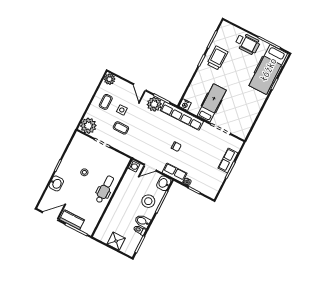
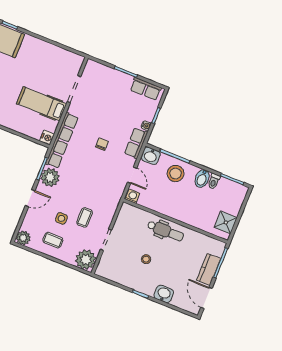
row of seats: (228, 161) -> (146, 89), moved
dental chair: (105, 189) -> (165, 231), turned 180
shower: (116, 241) -> (226, 223), moved

